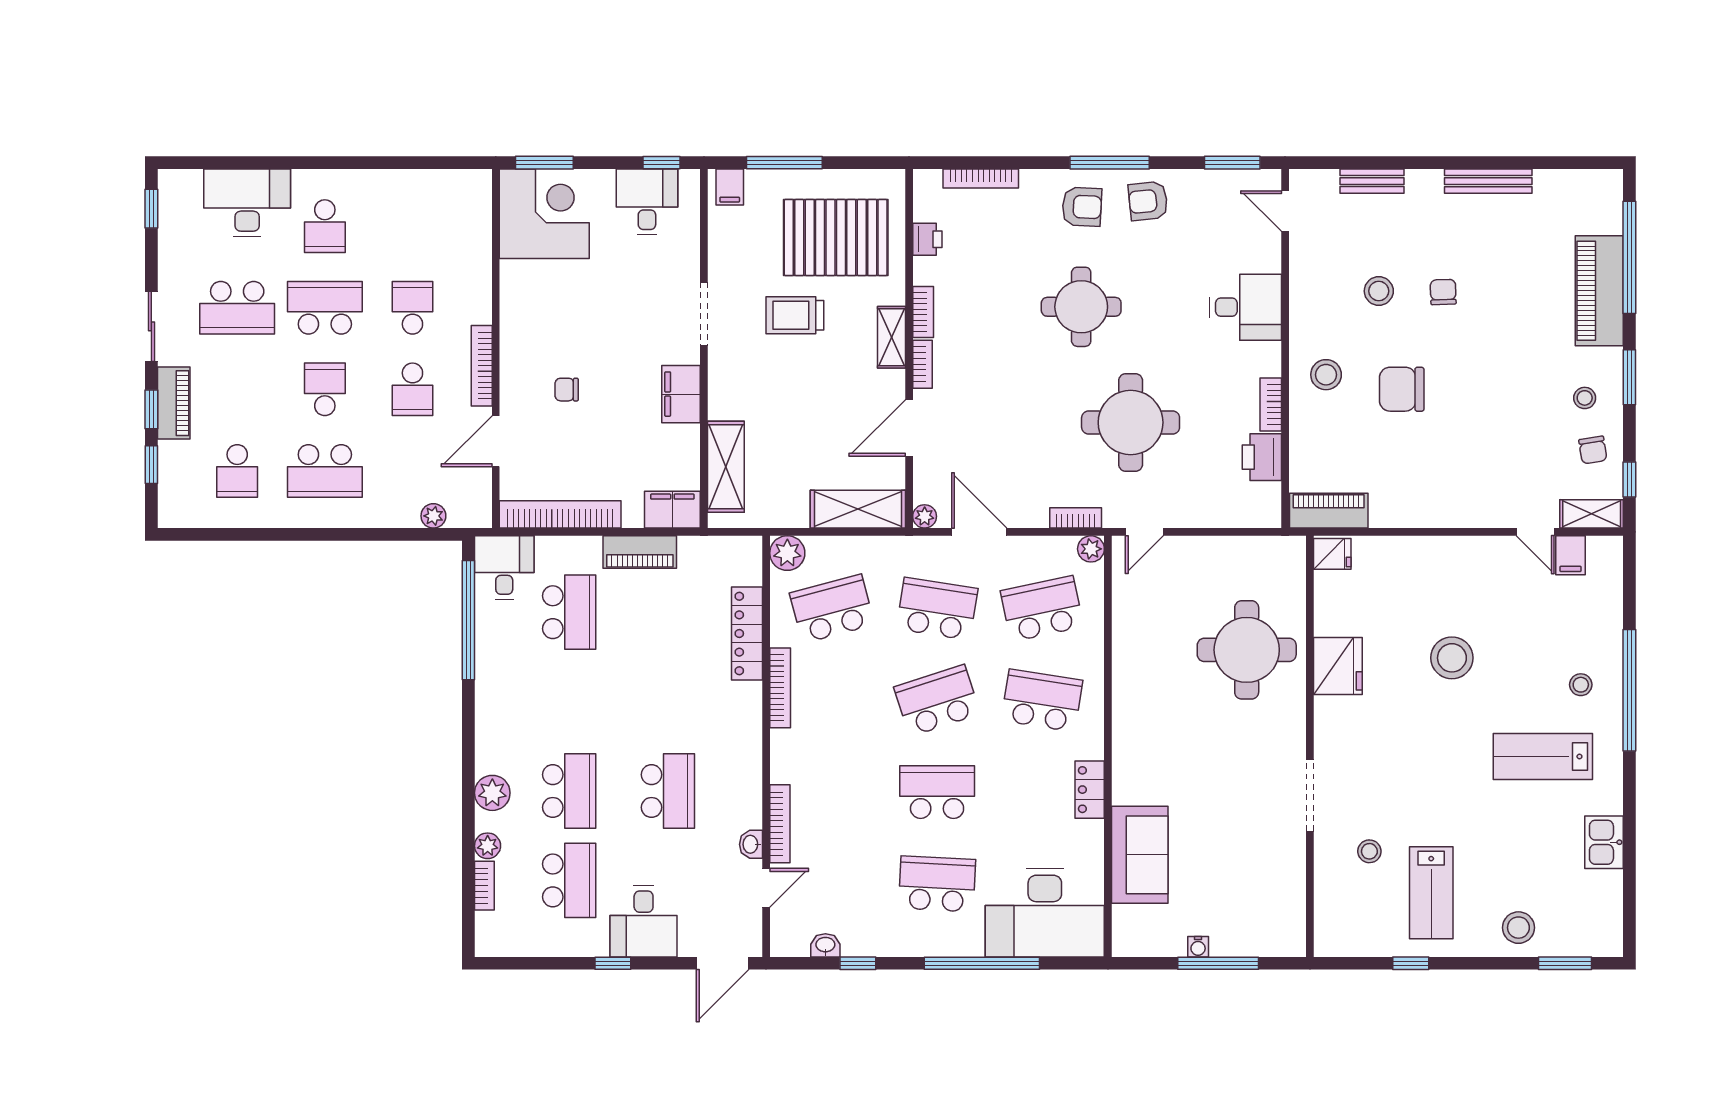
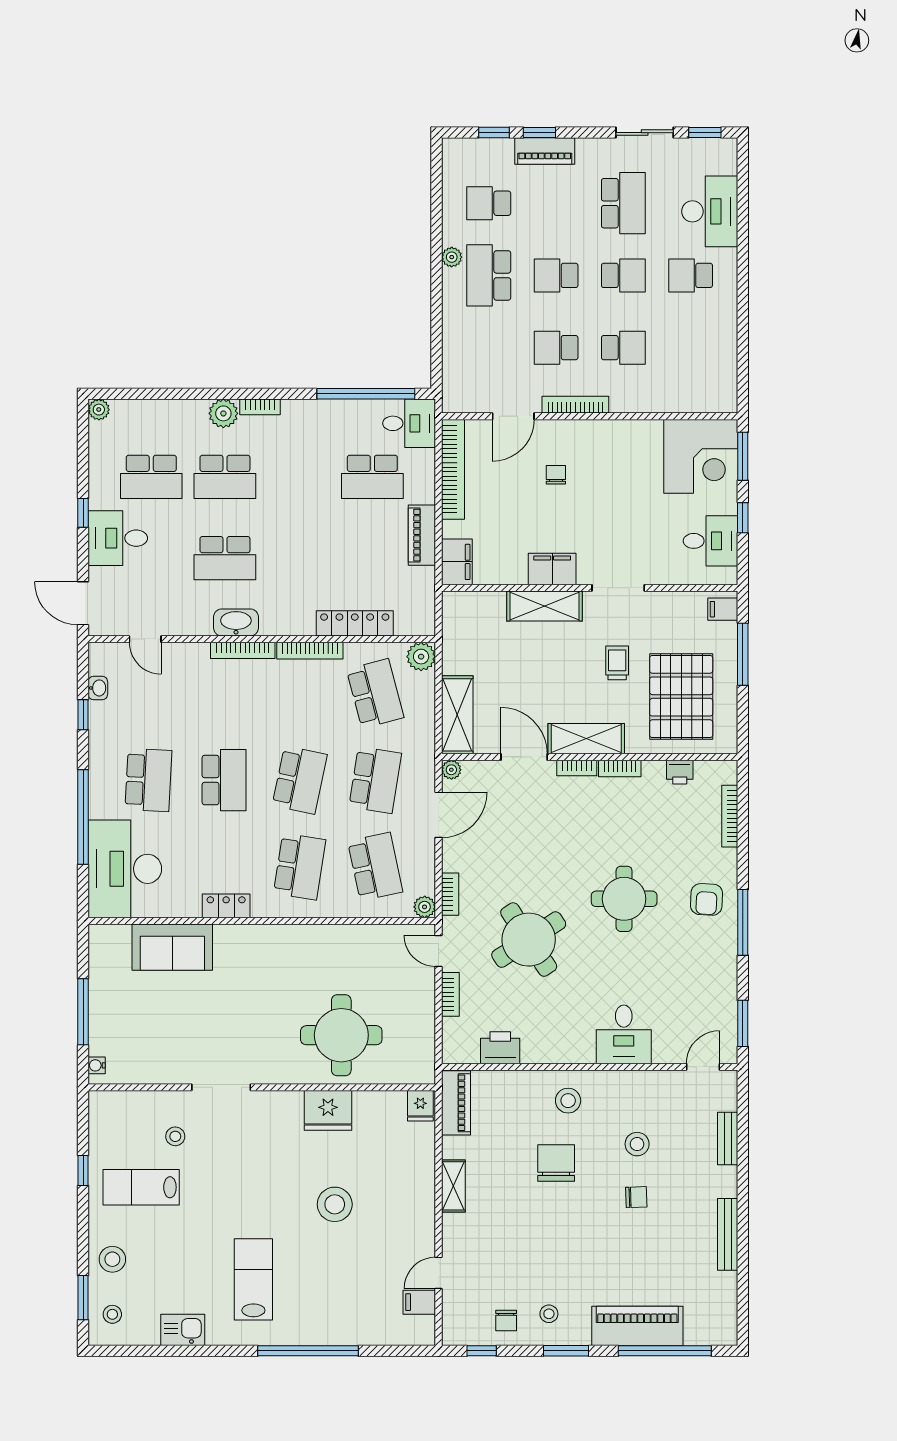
window: (661, 163) -> (743, 518), moved
armchair: (1148, 201) -> (711, 954), removed
school desk: (237, 308) -> (623, 203), turned 180
school desk: (325, 308) -> (623, 275), width x0.54
trolley: (795, 315) -> (617, 663), width x0.73, depth x0.72
sliding door: (151, 326) -> (645, 133), moved
shelving: (891, 337) -> (586, 739), width x1.50, depth x1.33
school desk: (325, 389) -> (556, 275), turned 180
bookcase: (1271, 404) -> (450, 994), moved, turned 90
round table: (1131, 422) -> (529, 940), turned -33
door: (496, 441) -> (513, 416), swing flipped
chair: (1593, 450) -> (506, 1321), turned -81
shelving: (726, 467) -> (545, 606), moved
shelving: (1592, 514) -> (453, 1186), moved
plant: (433, 516) -> (452, 257), moved
stool: (1581, 685) -> (112, 1314), moved
school desk: (937, 700) -> (300, 780), turned 30
bookcase: (780, 824) -> (243, 650), moved
washbasin: (751, 844) -> (236, 622), moved, width x1.91, depth x1.45
plant: (488, 846) -> (99, 410), moved
bookcase: (484, 886) -> (260, 407), moved
water cooler: (1198, 947) -> (97, 1065), moved

